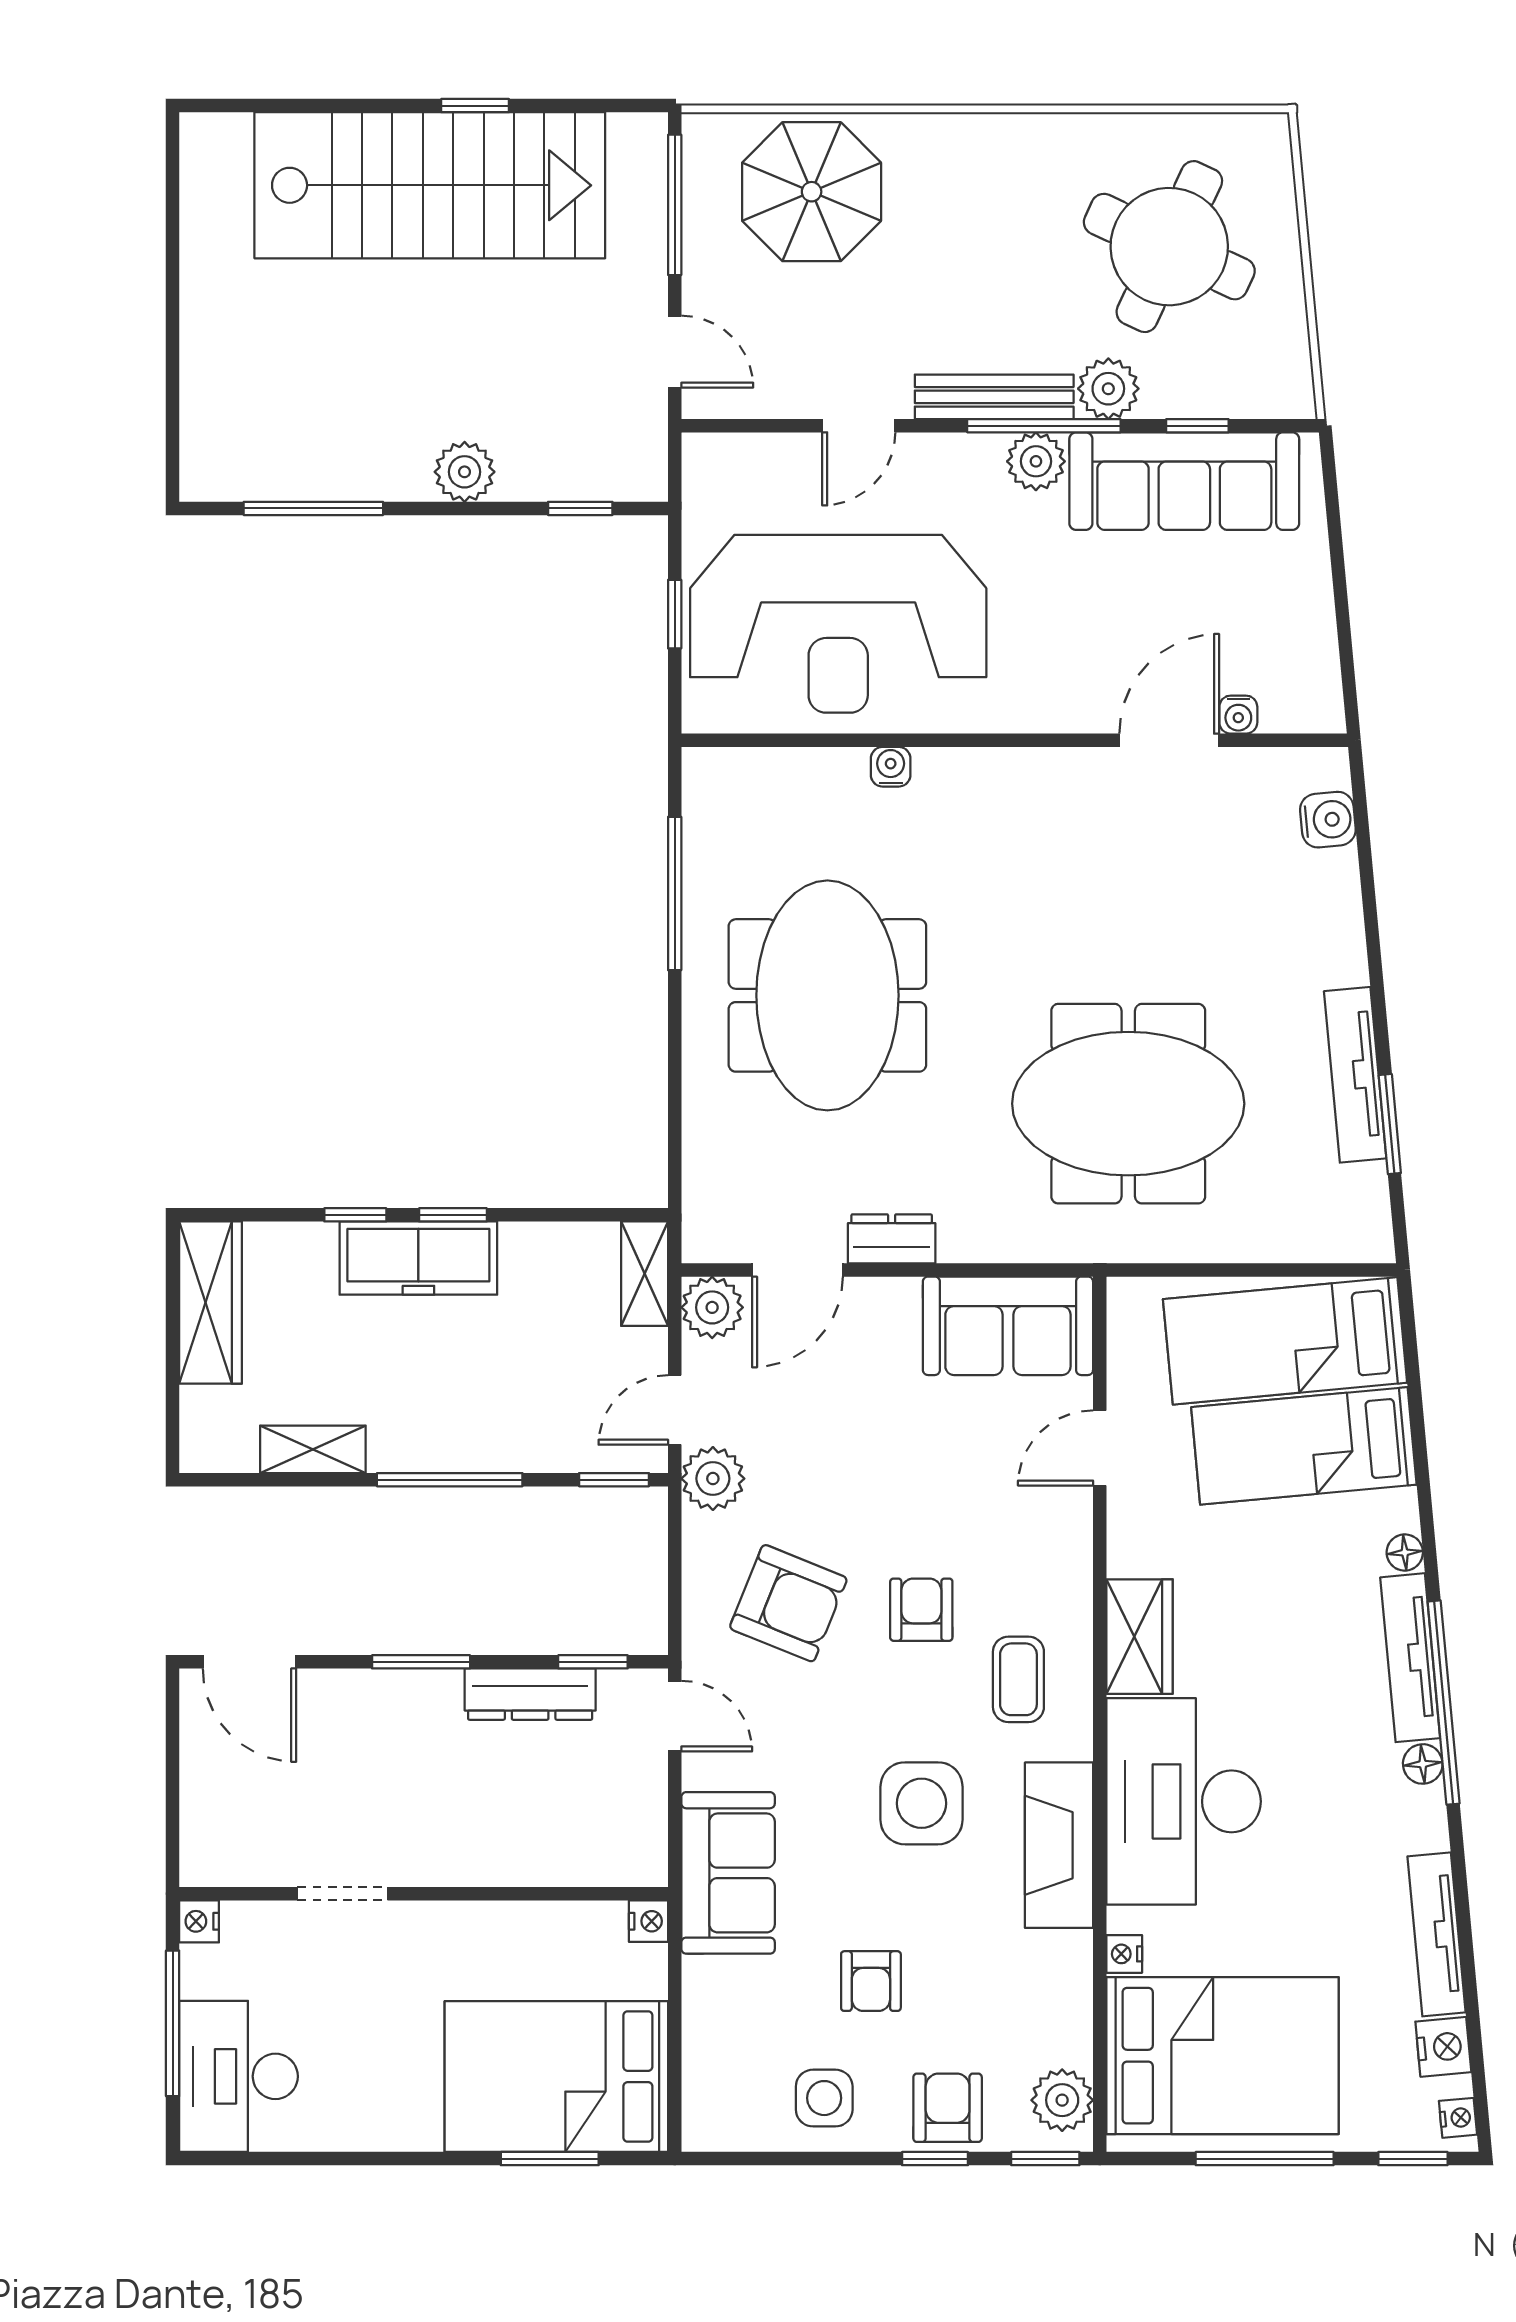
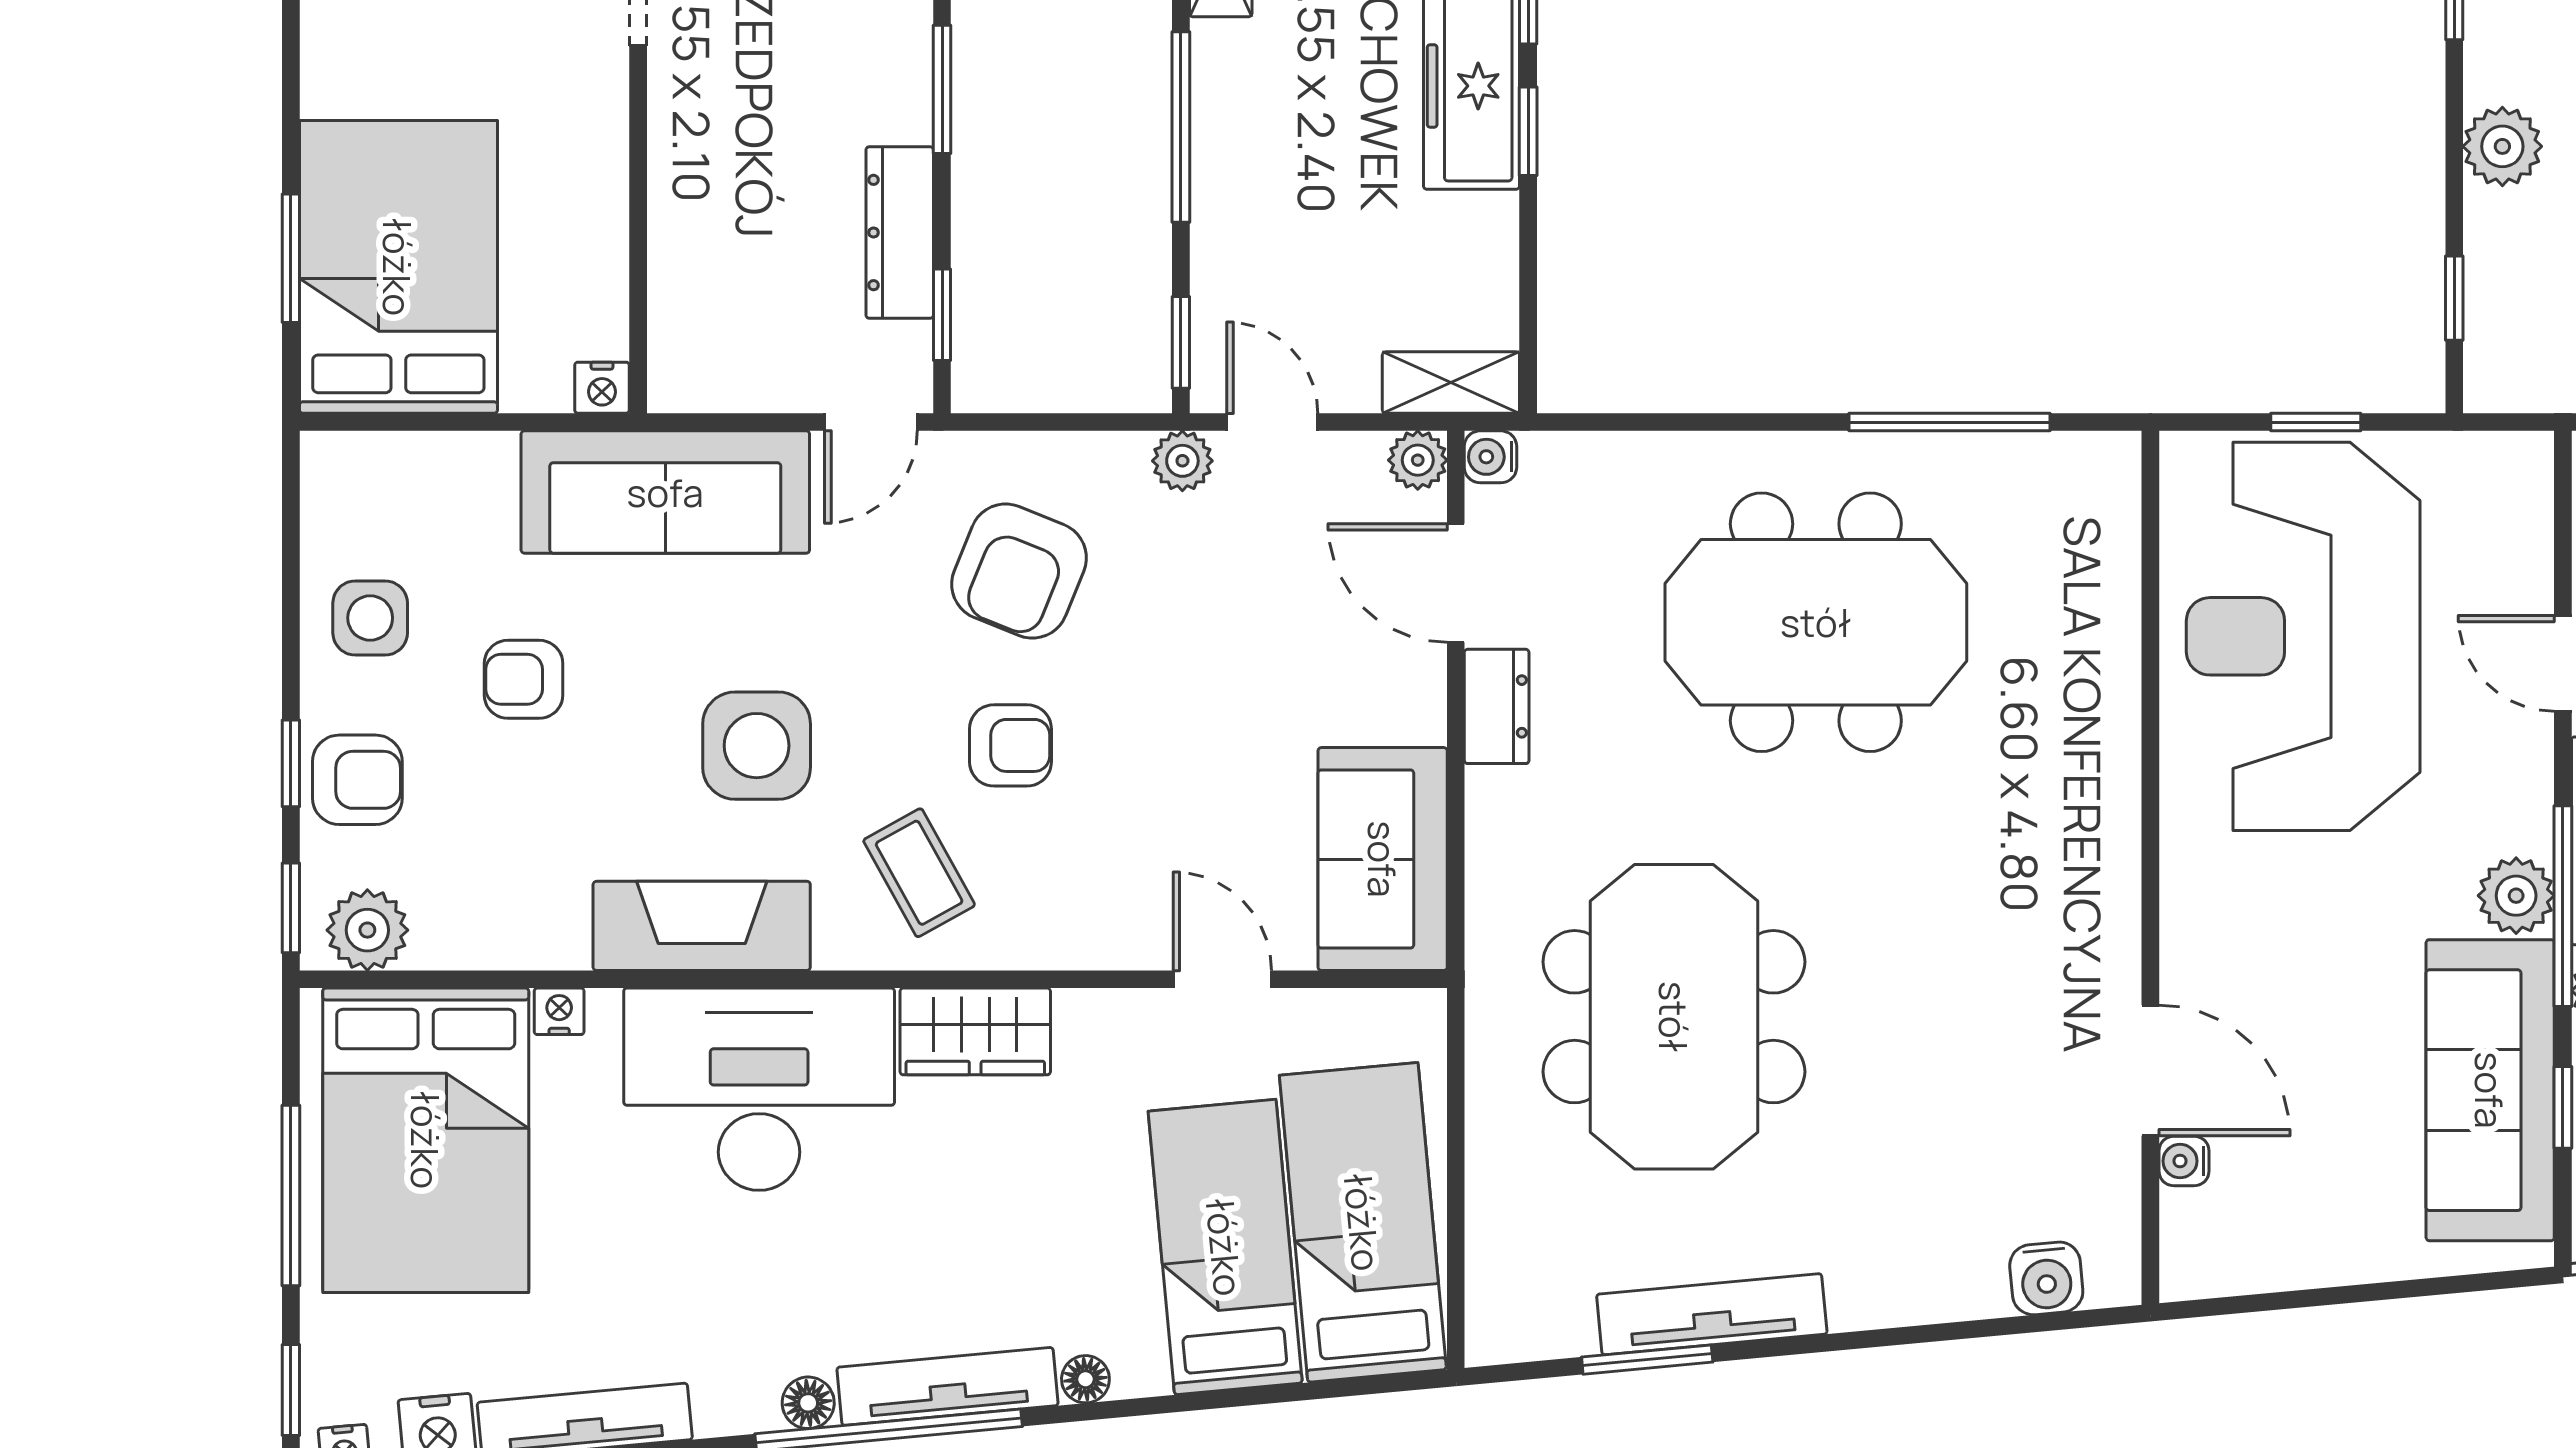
water cooler: (891, 767) -> (1490, 457), moved, turned 180
plant: (712, 1307) -> (1418, 460), width x0.73, depth x0.73
plant: (713, 1479) -> (1182, 461), width x0.73, depth x0.73
coffee table: (1018, 1679) -> (919, 873), turned 61
sofa: (728, 1873) -> (665, 492), width x1.36

